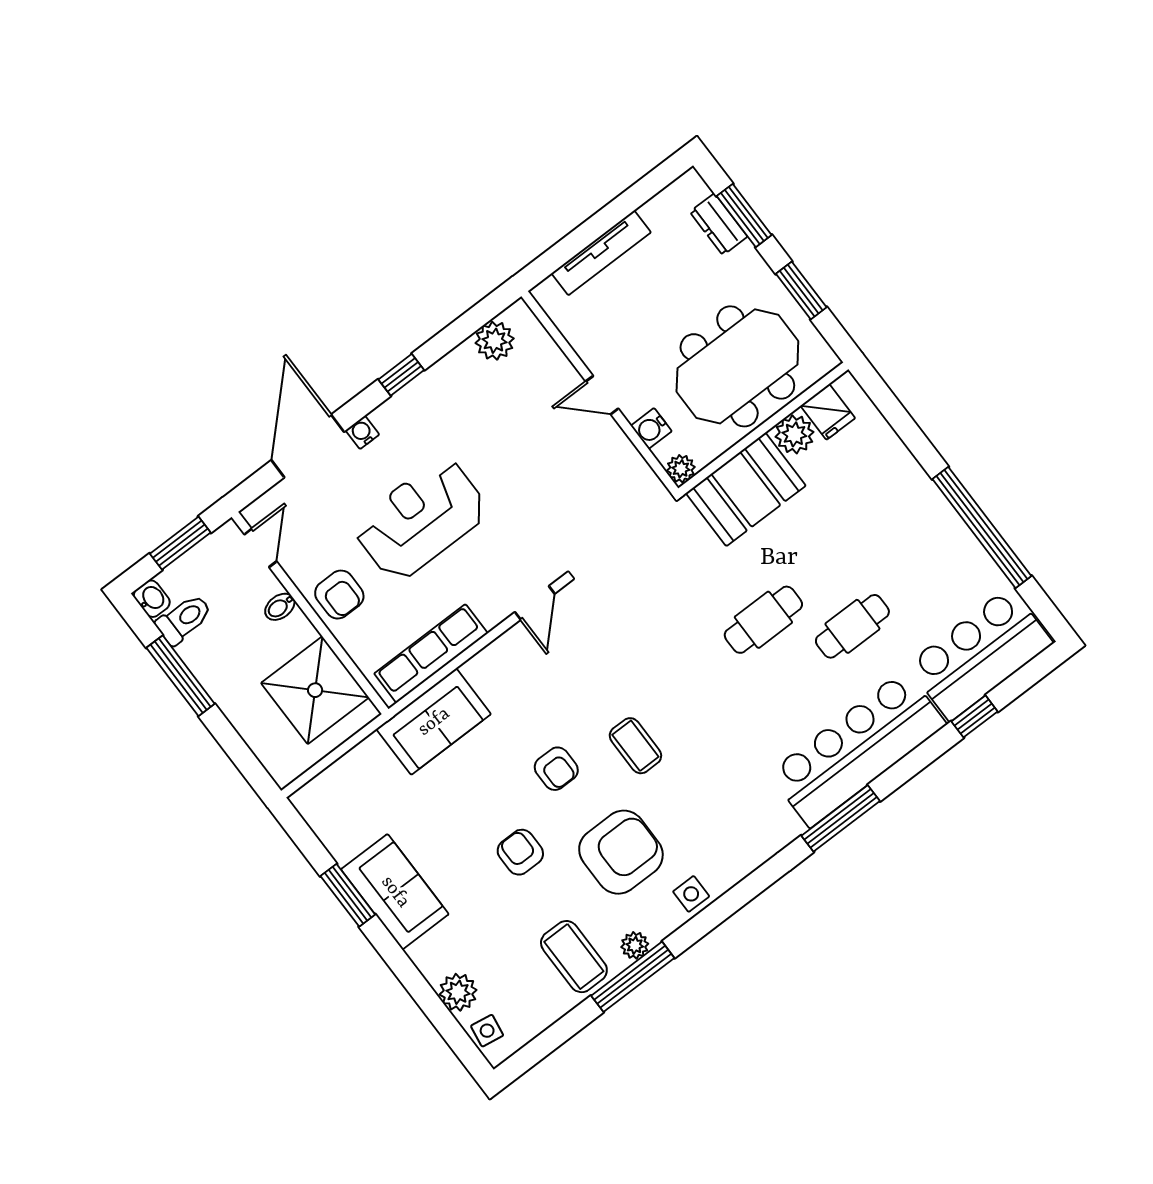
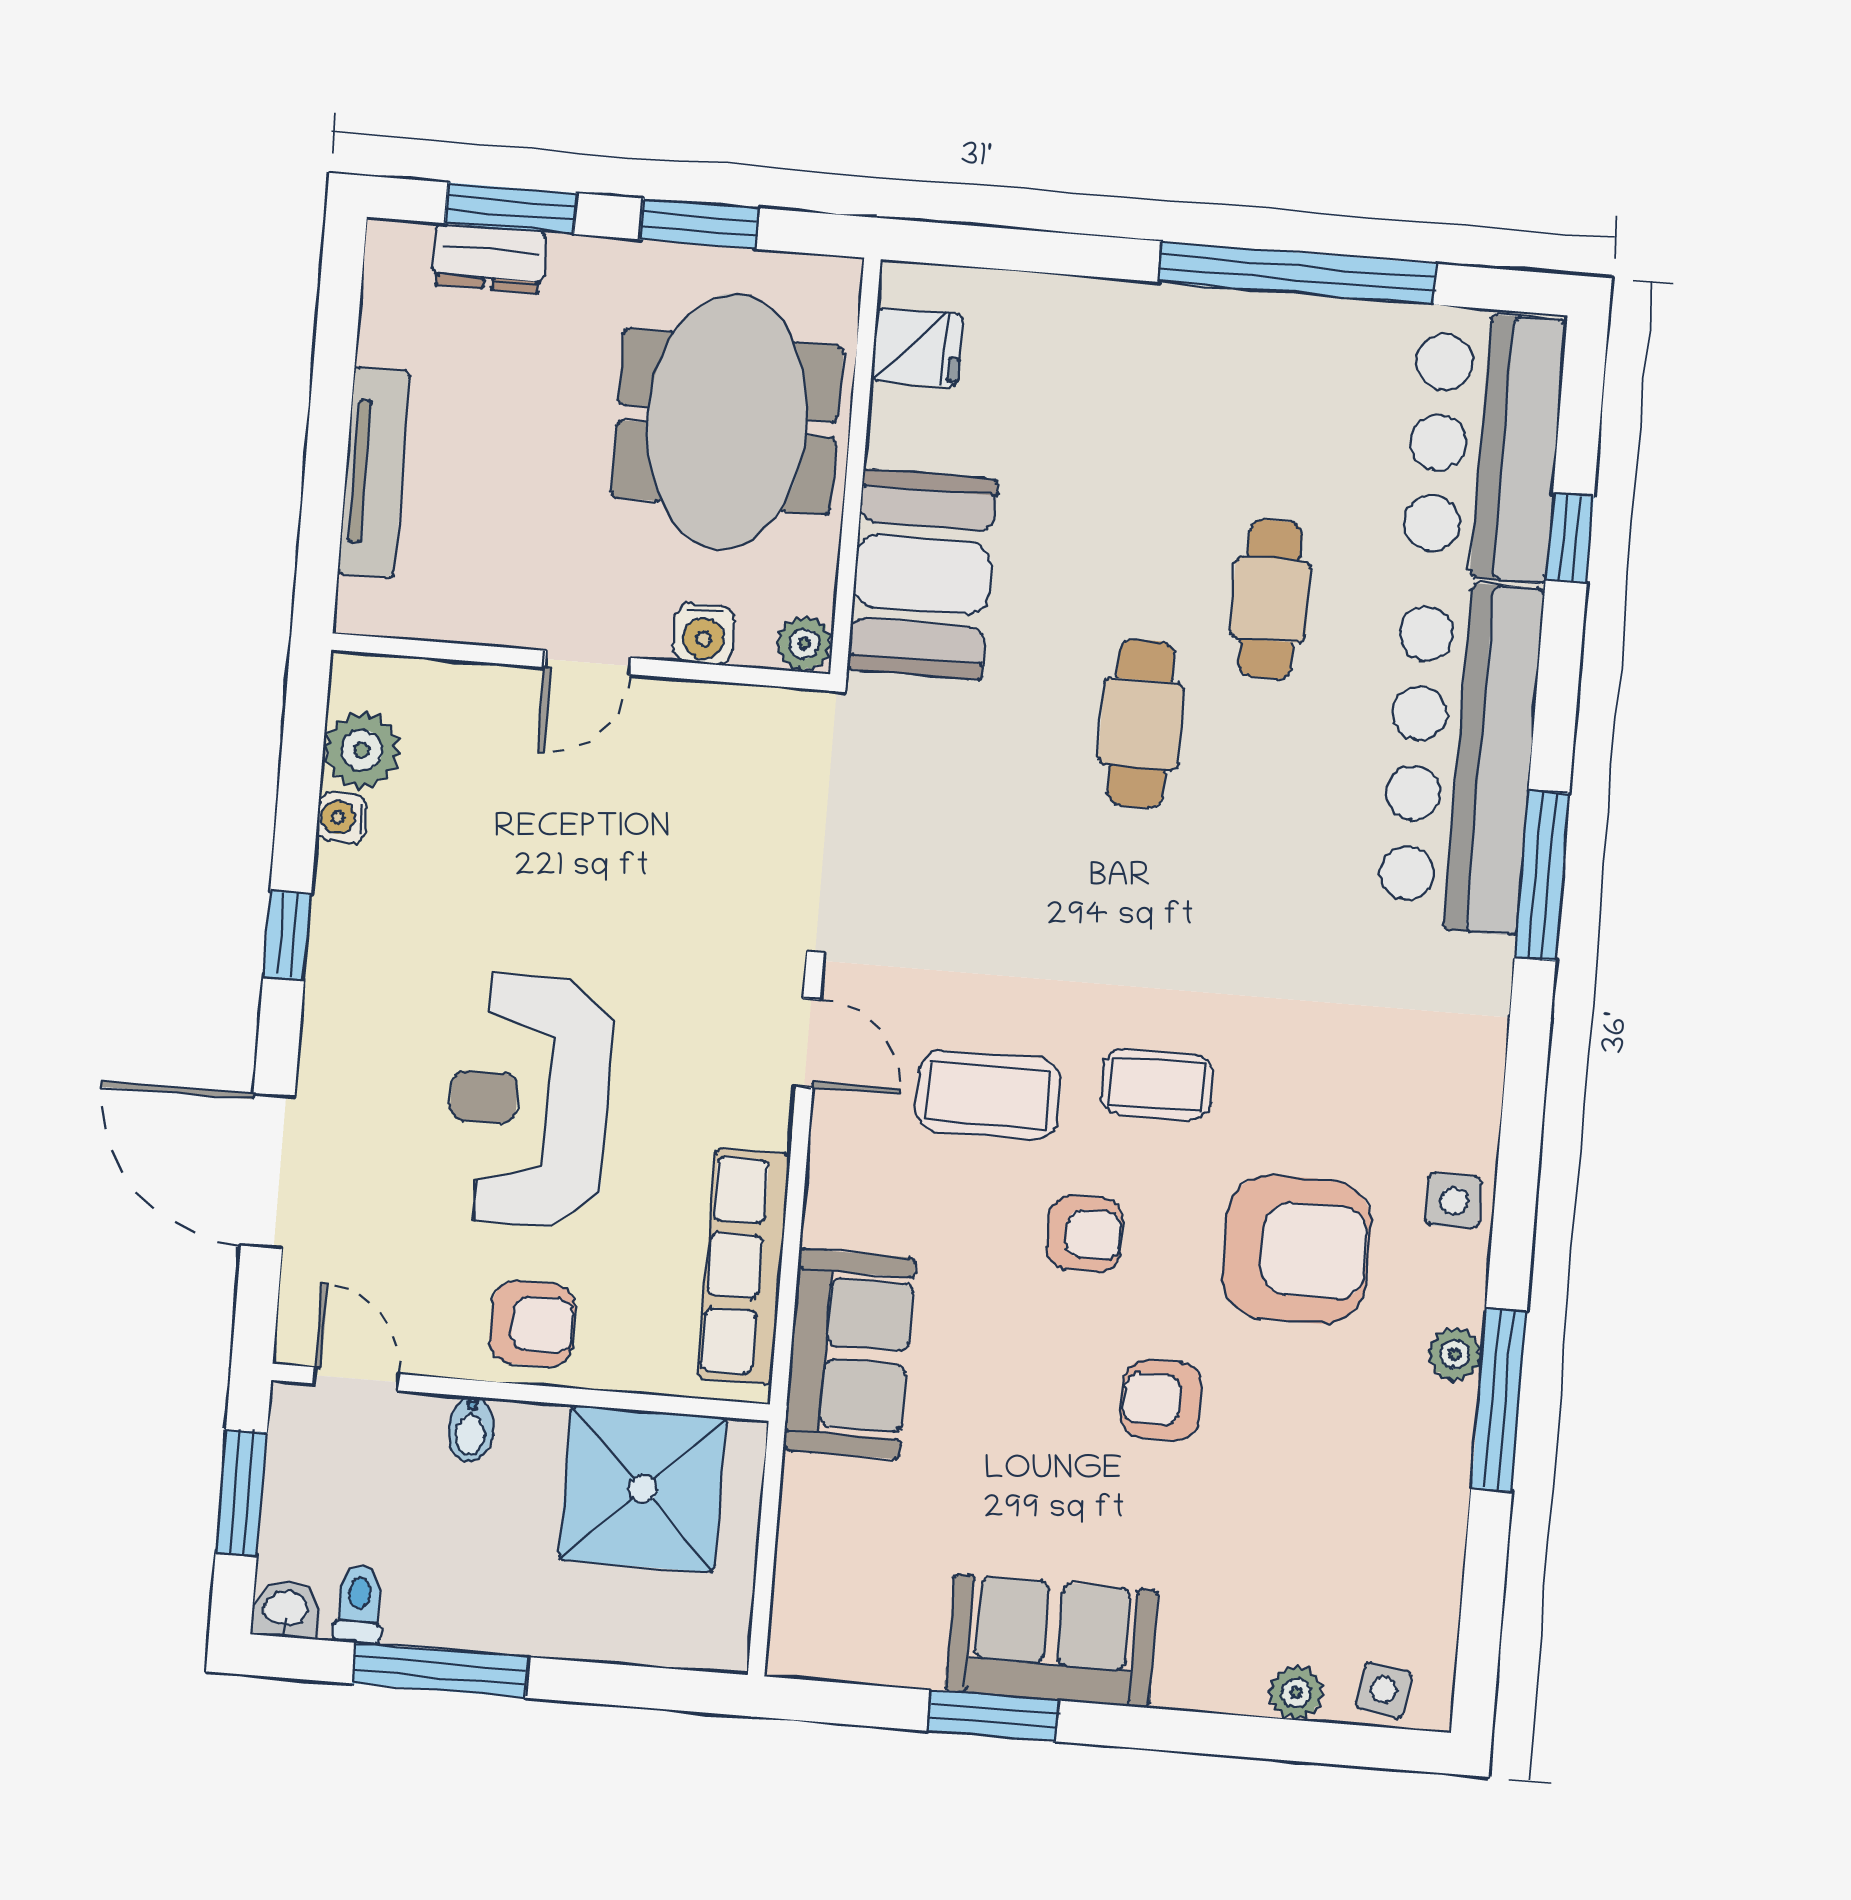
water cooler: (362, 432) -> (342, 818), moved
plant: (794, 434) -> (906, 428), removed
toilet: (184, 619) -> (359, 1604), width x0.73, depth x0.72
armchair: (621, 852) -> (1297, 1249), turned 90
coffee table: (574, 957) -> (988, 1095), moved
plant: (458, 992) -> (1296, 1693), width x0.73, depth x0.73

